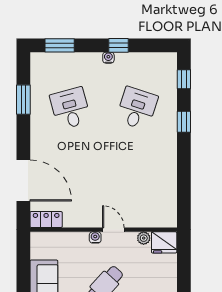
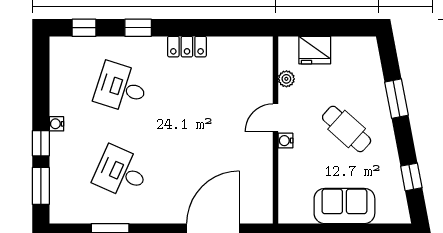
window: (119, 45) -> (41, 143), moved
desk: (70, 108) -> (121, 172), turned 39
locker: (46, 219) -> (187, 47), moved, turned -90
fridge: (164, 242) -> (315, 50), moved, turned 90

